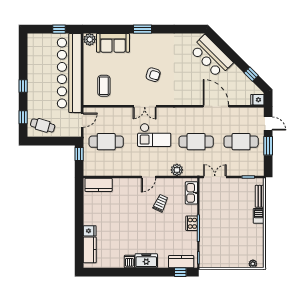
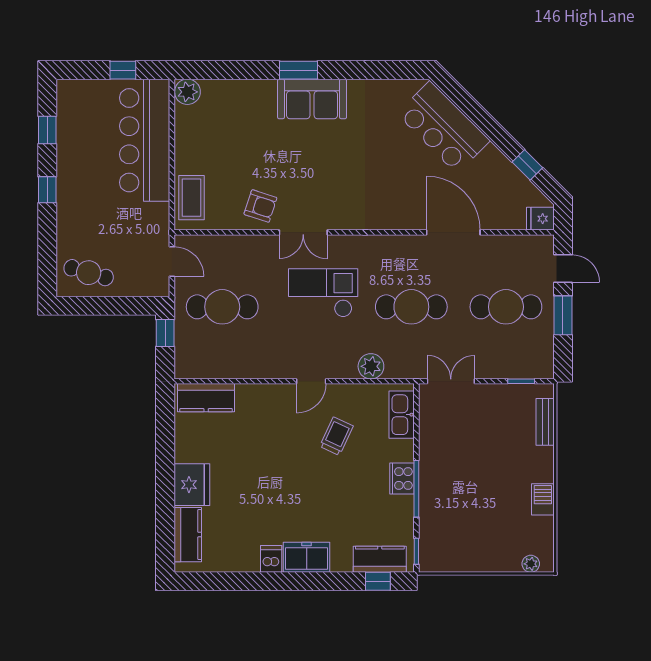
sofa: (113, 43) -> (312, 99), moved
bar counter: (69, 73) -> (145, 140), width x0.73
armchair: (153, 75) -> (260, 206), moved
coffee table: (104, 86) -> (192, 198), moved
window: (23, 117) -> (47, 130), moved
door: (82, 120) -> (172, 262), hinge flipped
checkout: (154, 135) -> (323, 293), turned 180
barbecue: (259, 216) -> (543, 499), moved
fridge: (90, 231) -> (192, 485), width x1.88, depth x1.34

